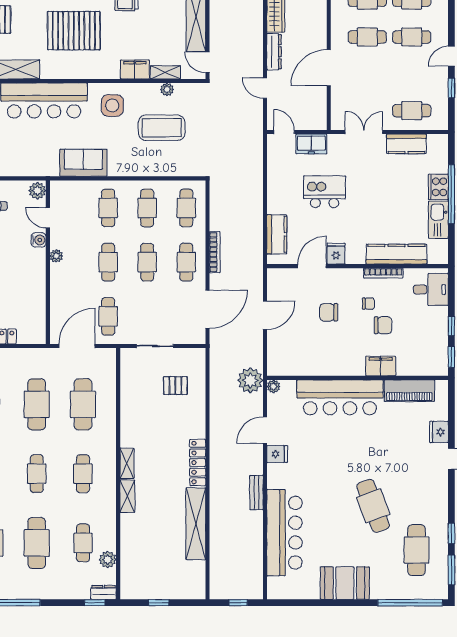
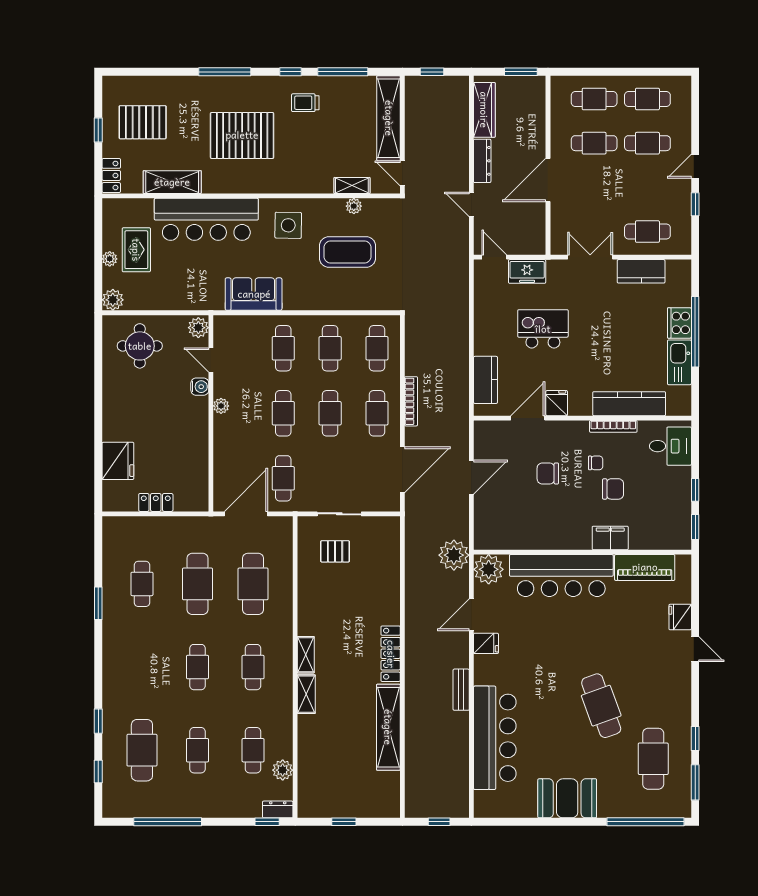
filing cabinet: (135, 69) -> (315, 182), removed
pallet: (175, 386) -> (335, 551), moved
plant: (274, 386) -> (489, 569), width x1.88, depth x1.88
cafe table: (37, 543) -> (197, 750), width x0.73, depth x0.74

